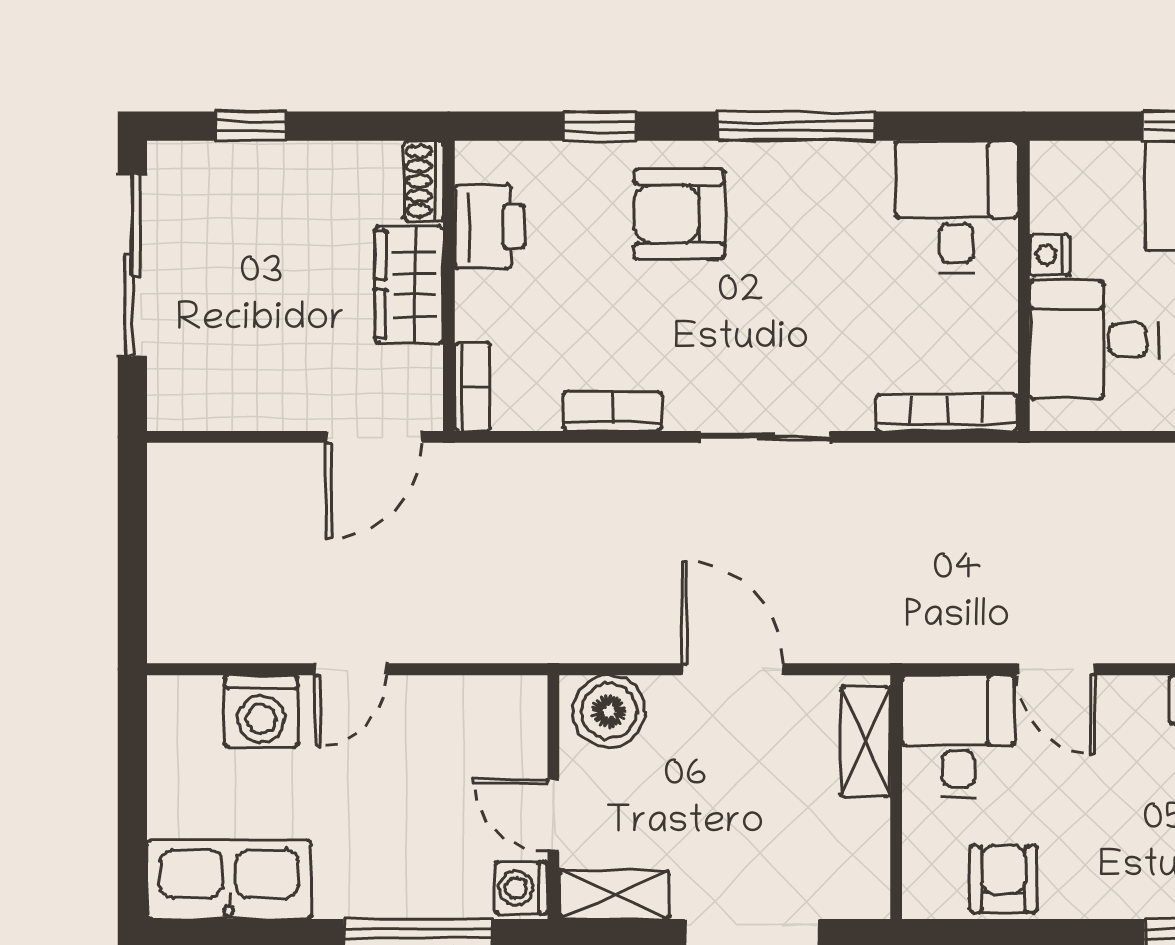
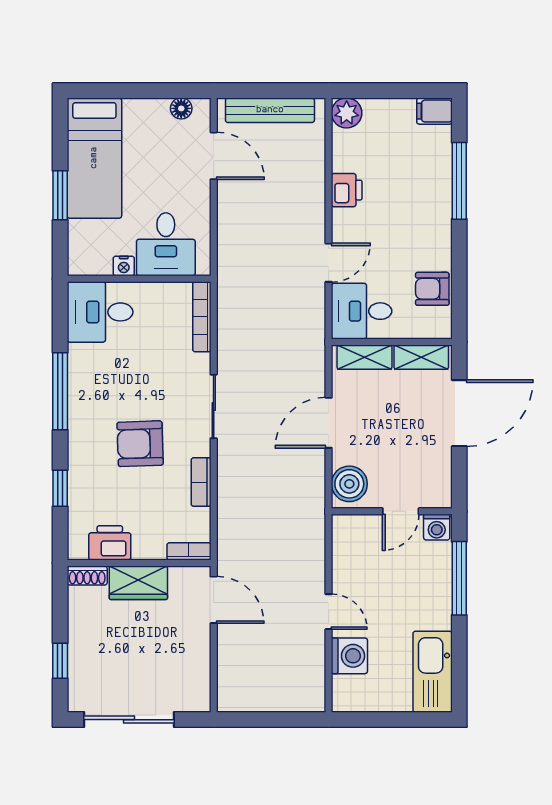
armchair: (679, 214) -> (140, 444), moved, turned 88
shelving: (614, 894) -> (421, 357), moved, turned 90

